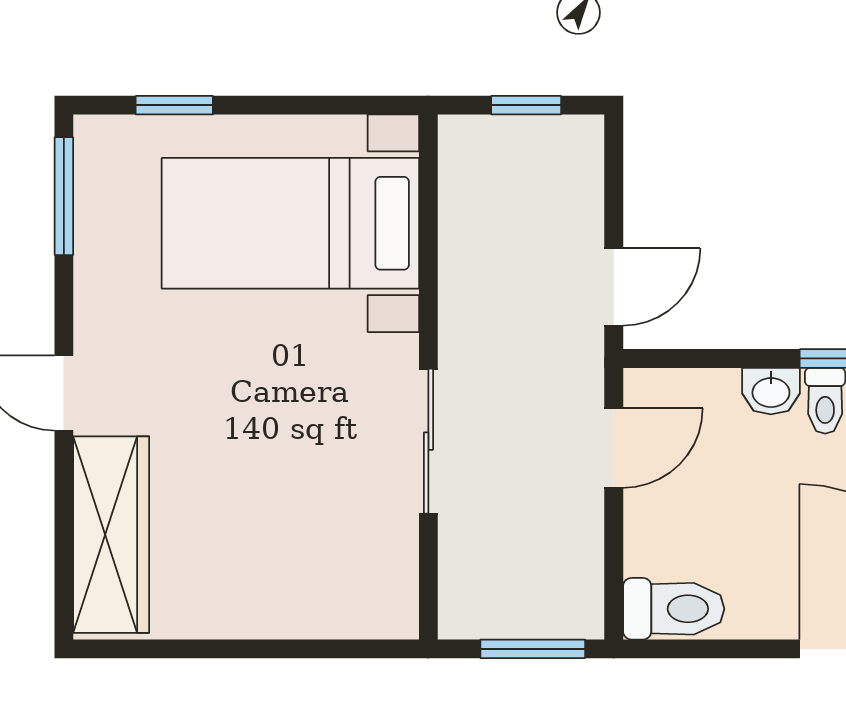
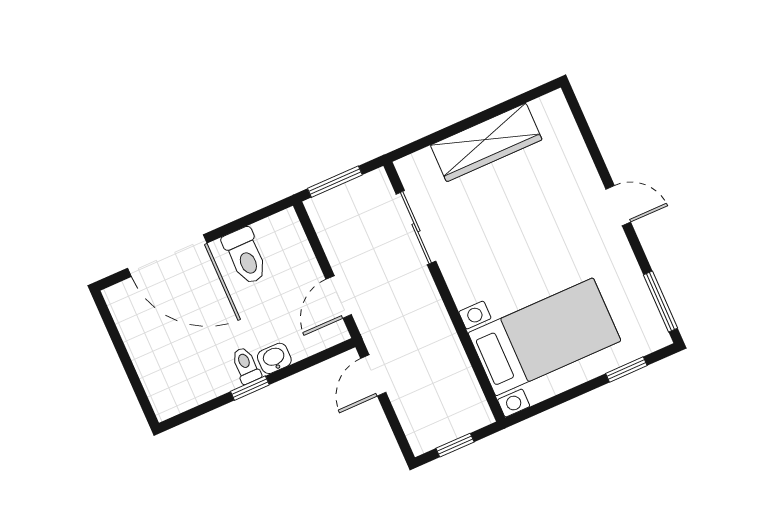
sliding door: (428, 441) -> (416, 228), moved
wardrobe: (111, 535) -> (486, 142), moved, turned -90
toilet: (674, 609) -> (245, 256), moved, turned -90

